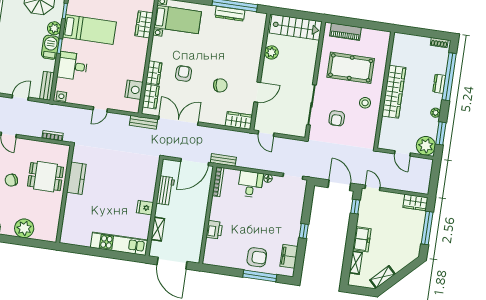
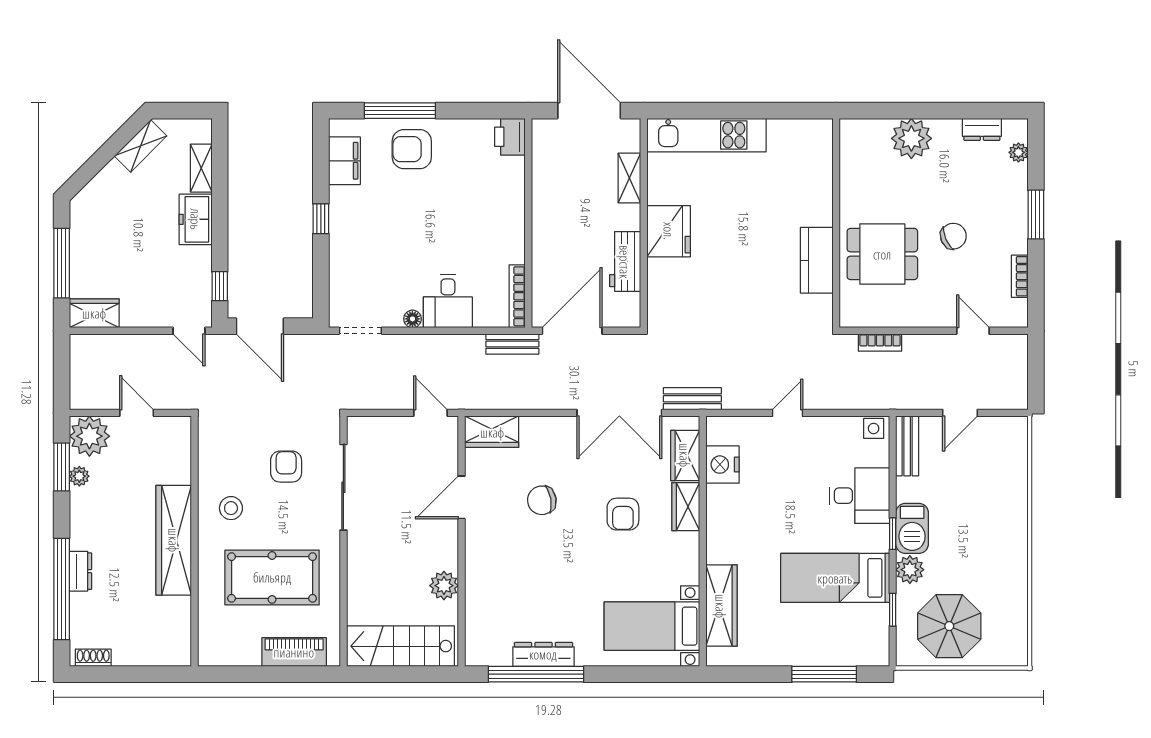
wardrobe: (144, 24) -> (721, 606), width x1.50
plant: (436, 113) -> (79, 476), moved
fridge: (145, 208) -> (669, 231), width x1.88, depth x1.34
printer: (214, 230) -> (510, 137), moved

